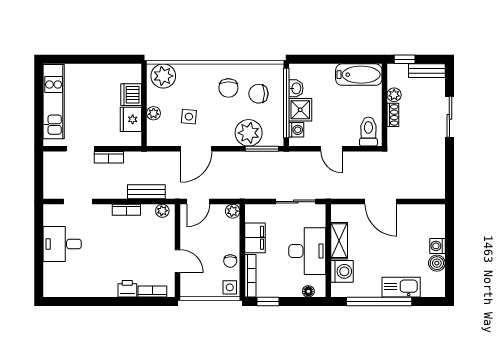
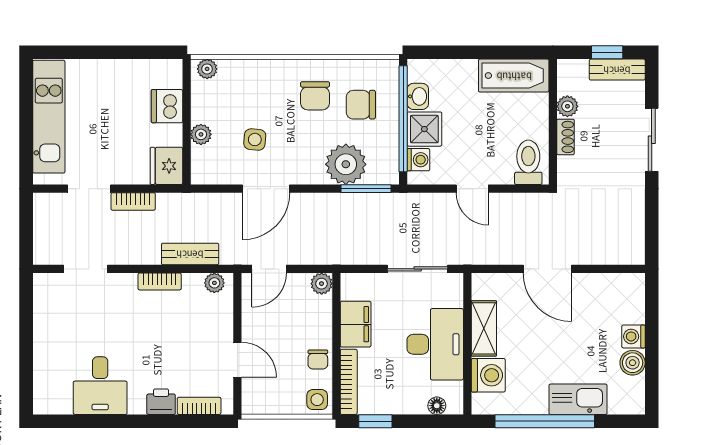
window: (405, 59) -> (607, 52), moved
plant: (163, 76) -> (207, 69), width x0.53, depth x0.53
fridge: (131, 119) -> (166, 166), moved
desk: (62, 244) -> (100, 386), moved, turned -90

